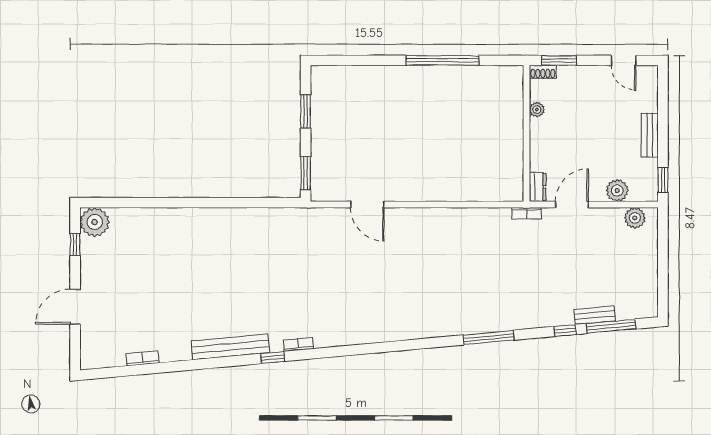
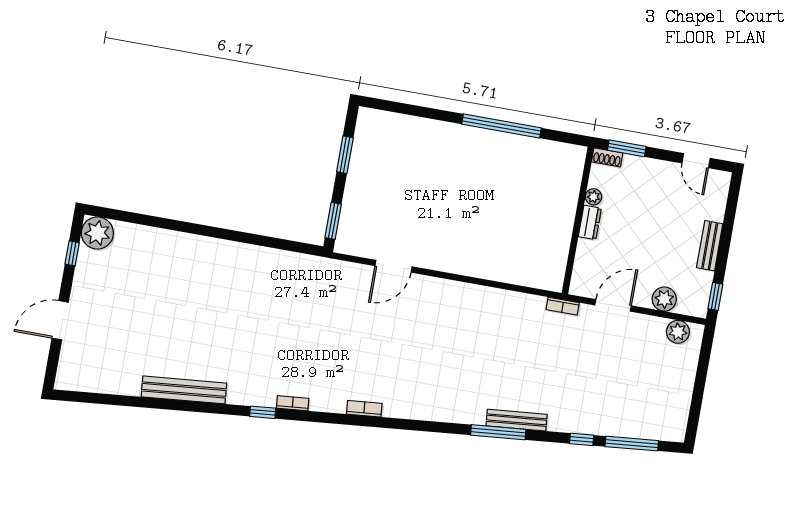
dresser: (538, 187) -> (590, 222), moved
door: (367, 204) -> (393, 266), hinge flipped
bench: (595, 315) -> (517, 420), moved, width x1.36
bench: (230, 347) -> (184, 390), moved
bookcase: (142, 358) -> (364, 409), moved

